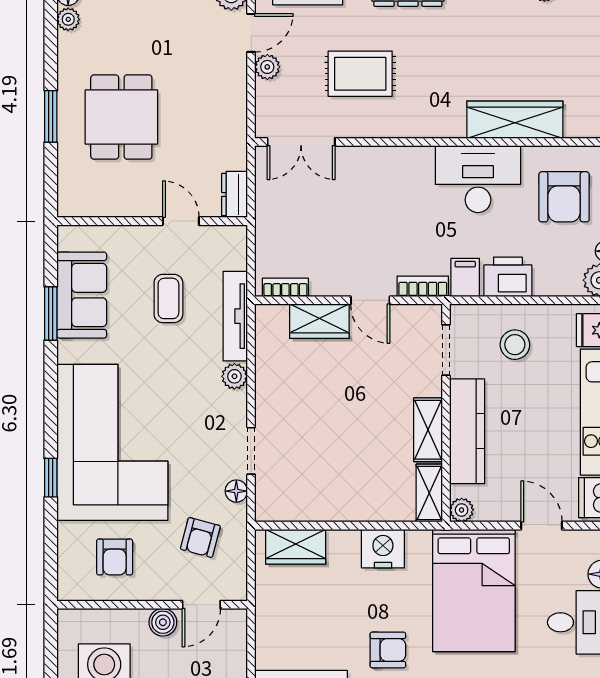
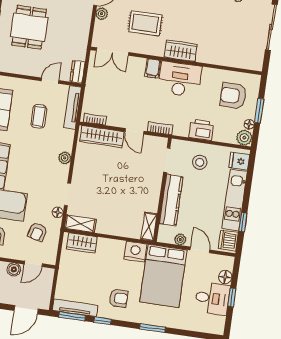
wardrobe: (515, 120) -> (181, 51), moved, width x0.67
desk: (478, 179) -> (180, 79), moved
armchair: (564, 197) -> (233, 96), turned 90
door: (181, 221) -> (50, 81), hinge flipped
filing cabinet: (465, 278) -> (153, 68), moved, turned 180
tv unit: (235, 316) -> (73, 107), moved
wardrobe: (319, 321) -> (102, 137), width x1.50
shelving: (428, 430) -> (80, 224), moved, turned 90
plant: (462, 510) -> (180, 239), moved
nightstand: (383, 549) -> (135, 252), moved

